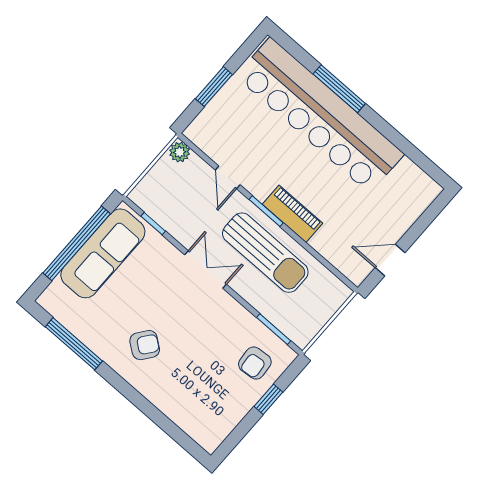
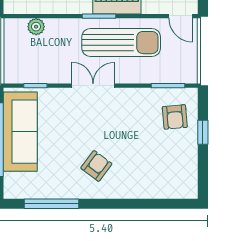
plant: (180, 152) -> (36, 27), moved
door: (228, 177) -> (181, 16), moved

